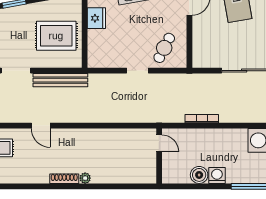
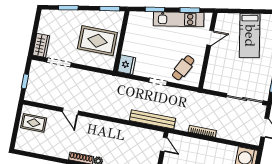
fridge: (96, 18) -> (127, 65), moved
bench: (60, 80) -> (153, 119), moved

